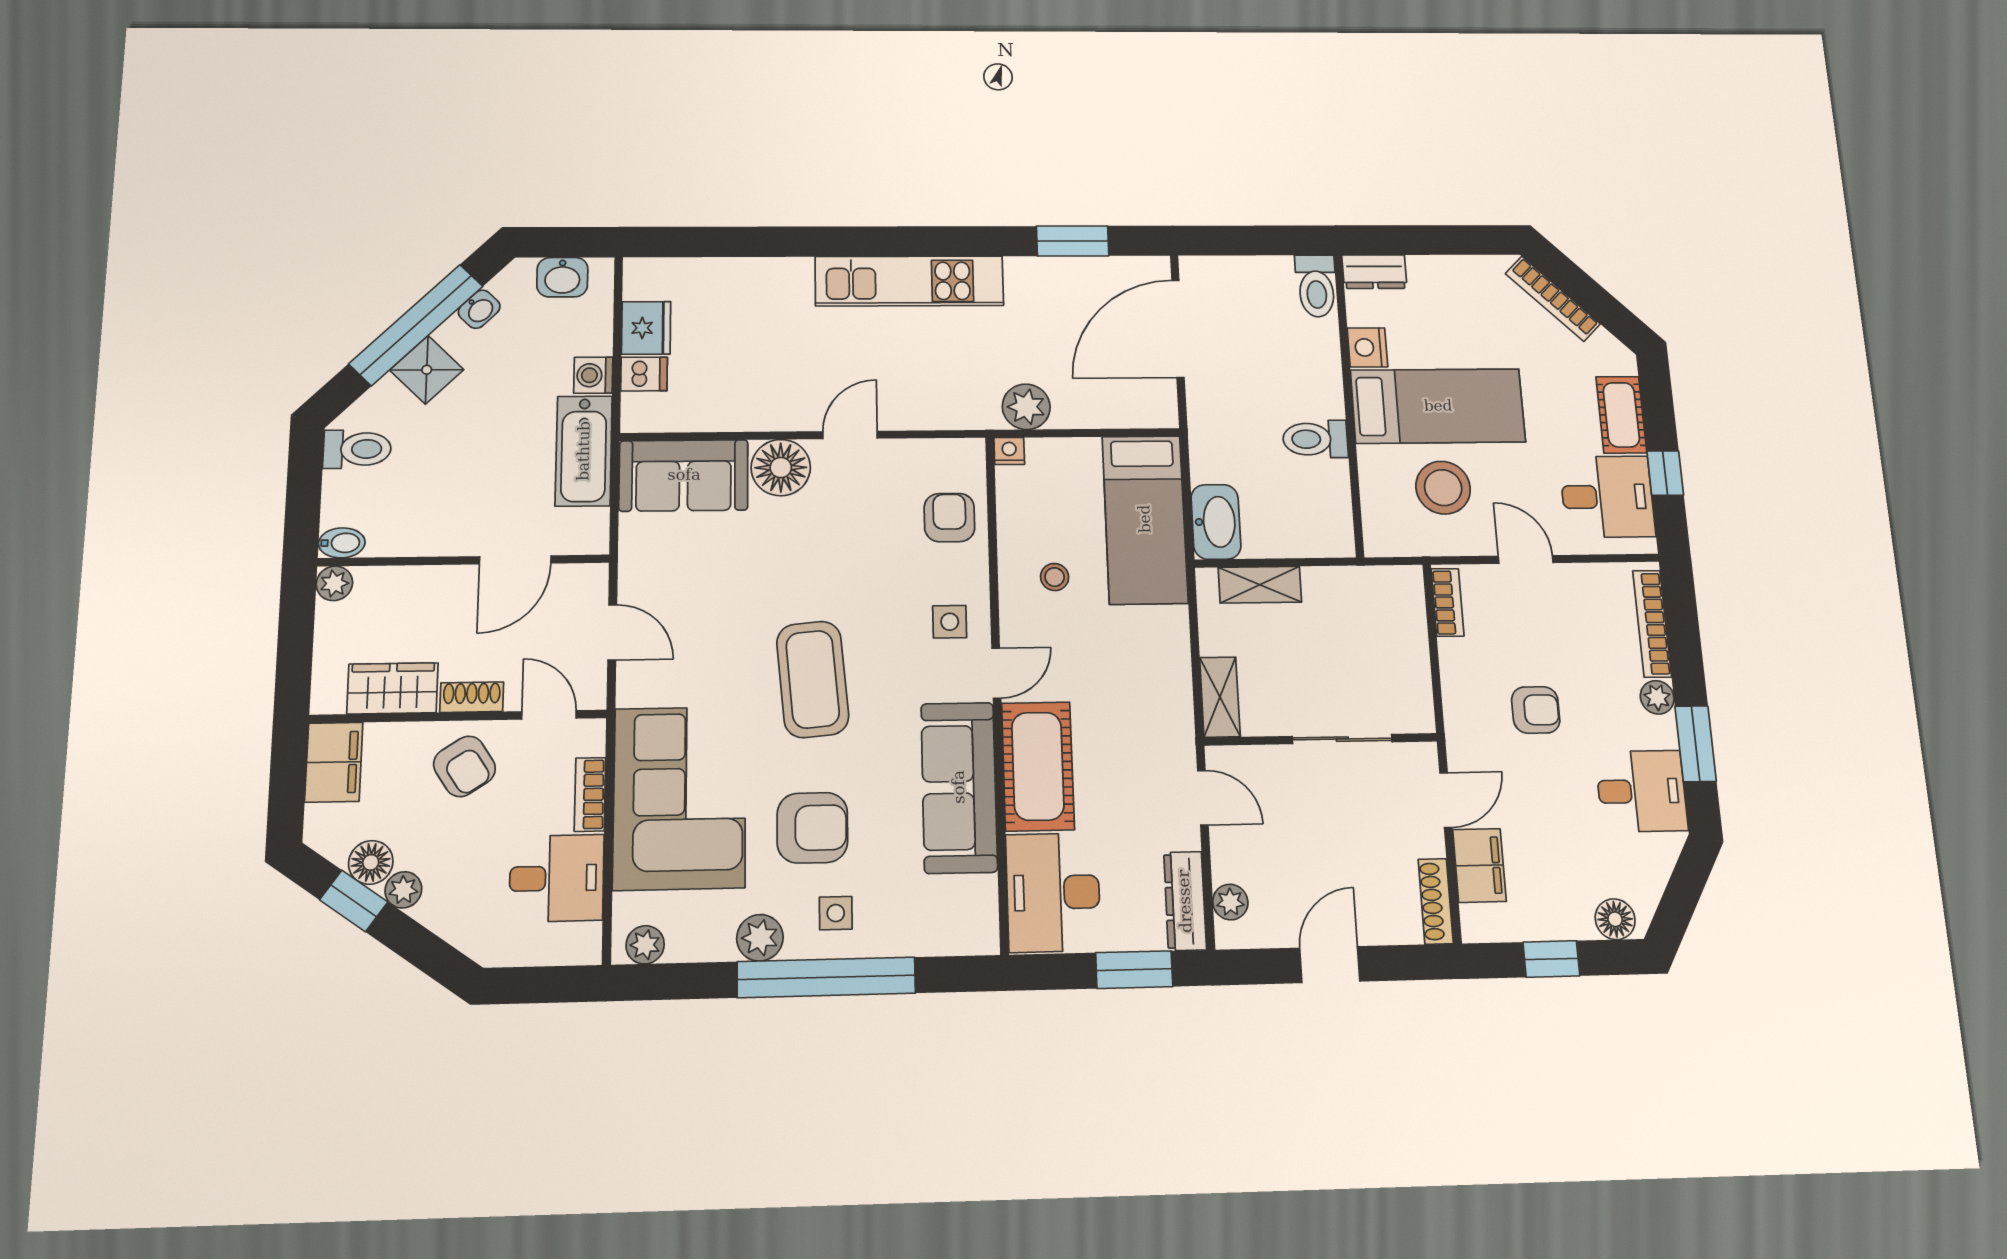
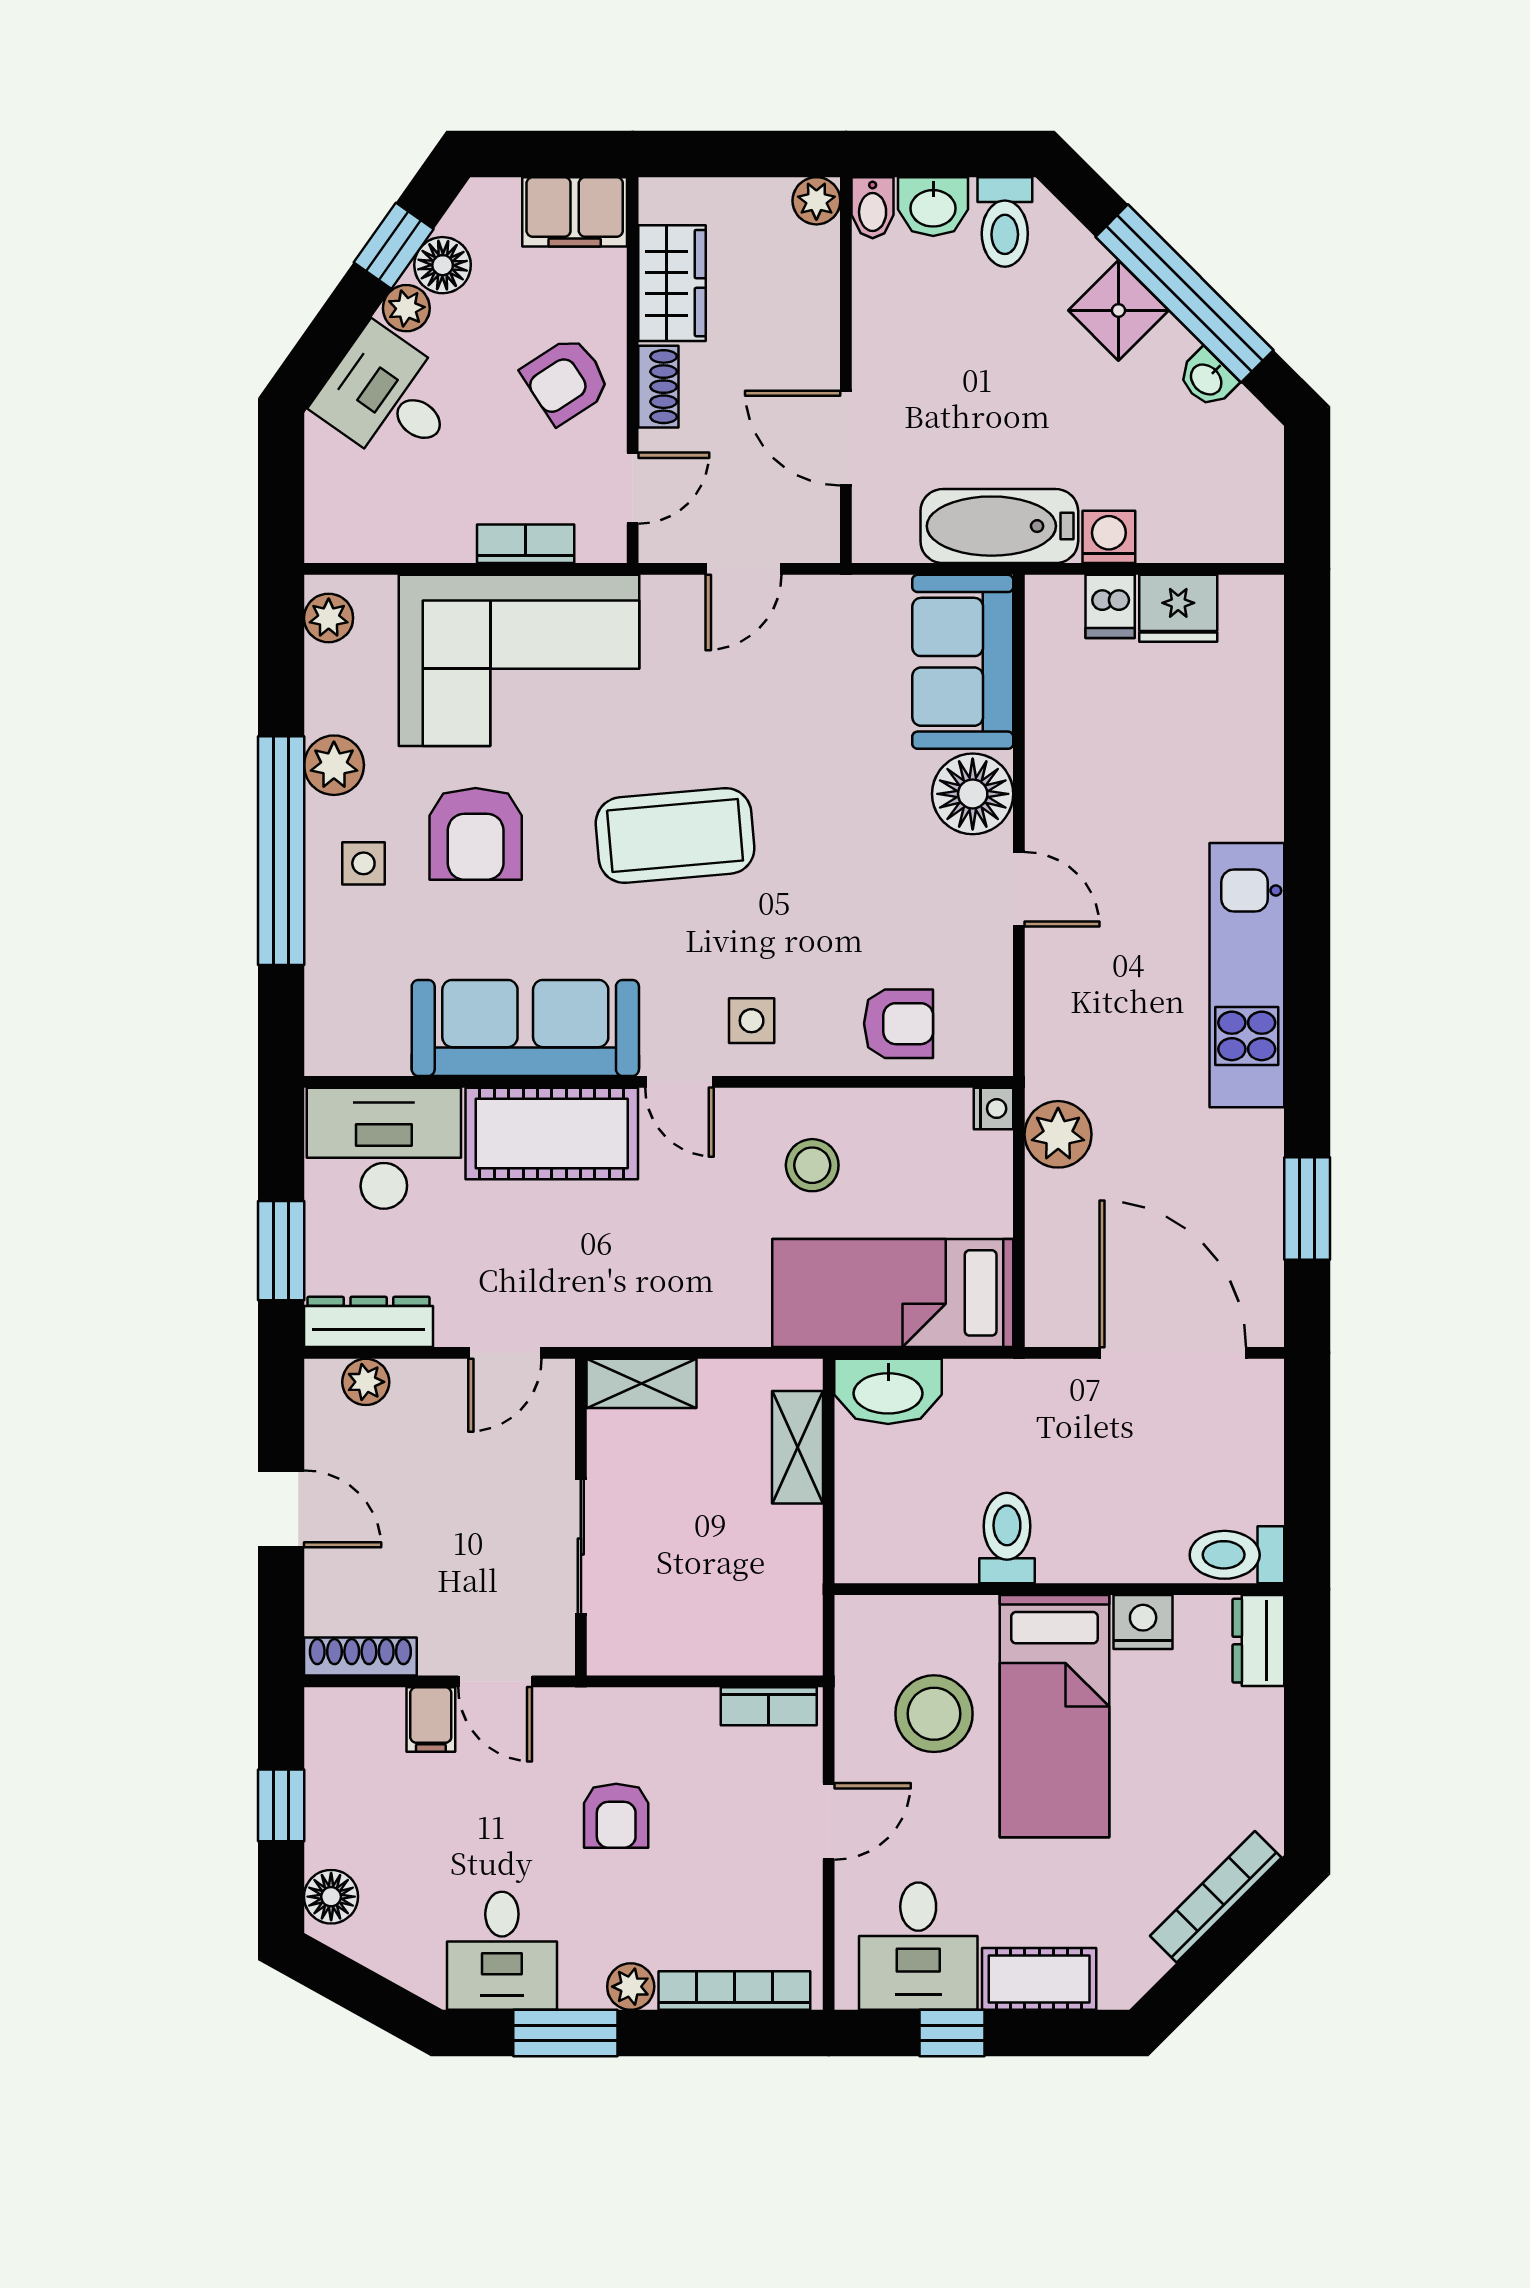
washbasin: (562, 277) -> (933, 207), moved, turned -90
stool: (1055, 577) -> (812, 1165), width x1.37, depth x1.37
filing cabinet: (1479, 865) -> (431, 1720), width x0.50
desk: (557, 878) -> (388, 398), moved, turned 125

